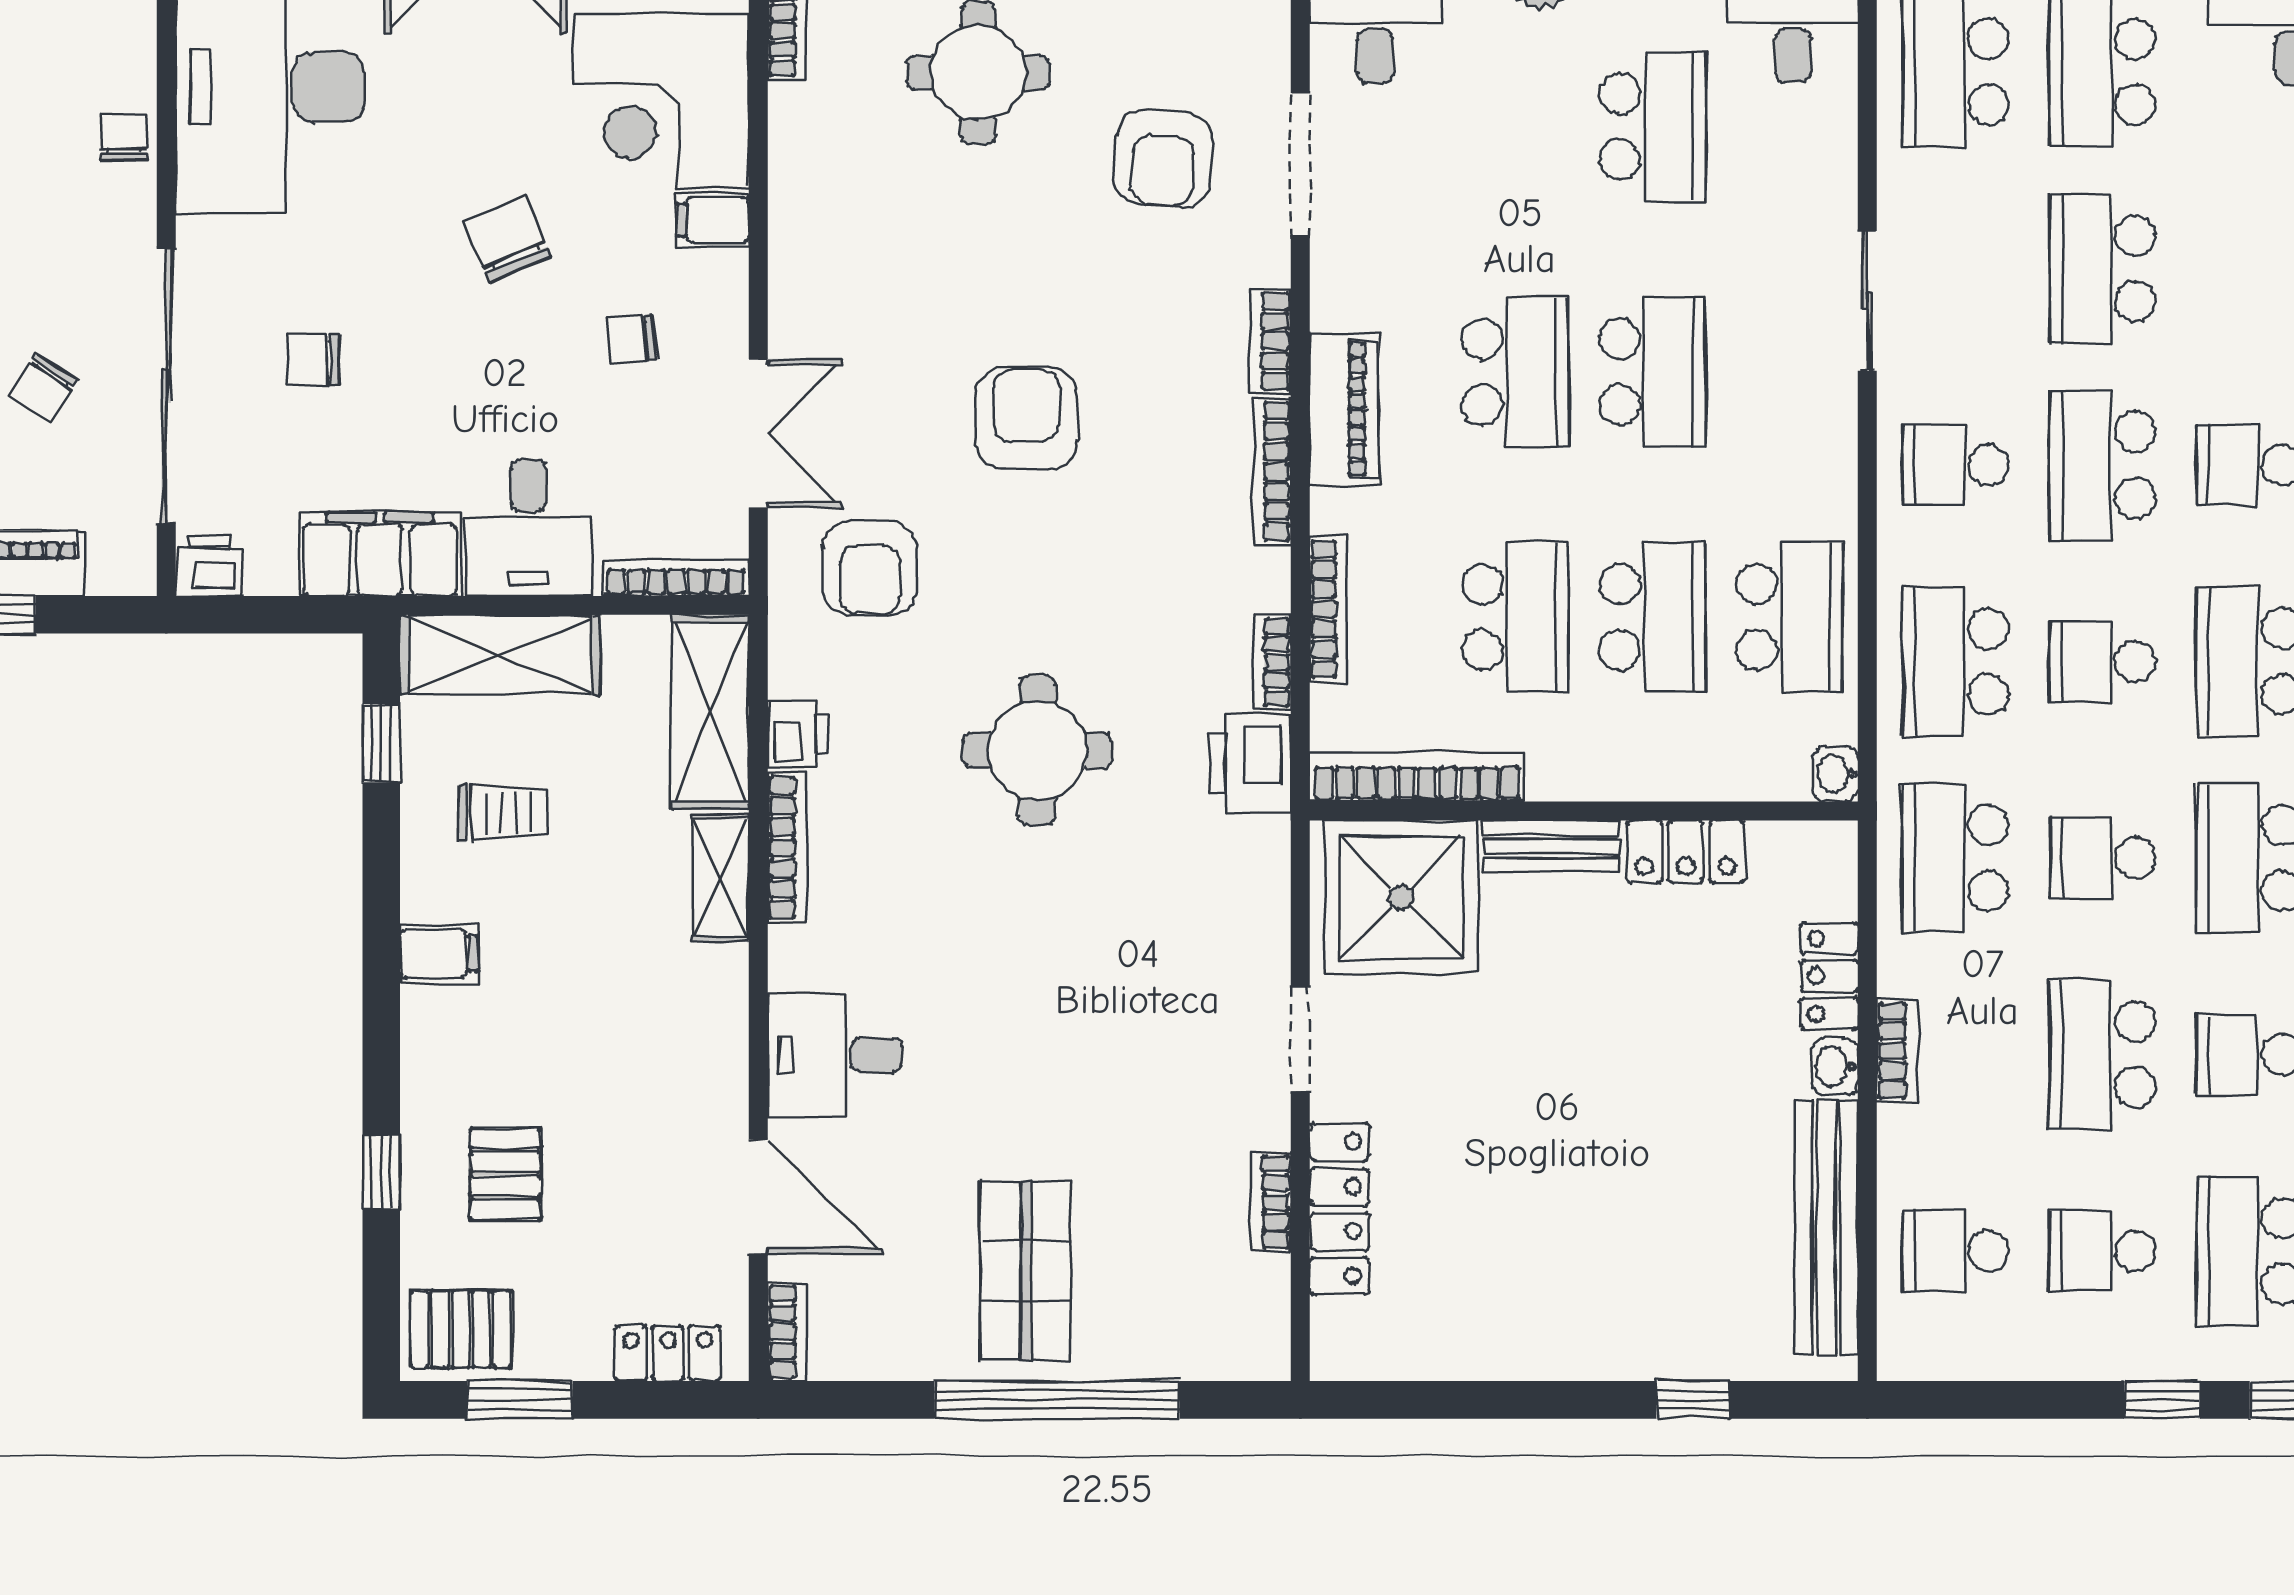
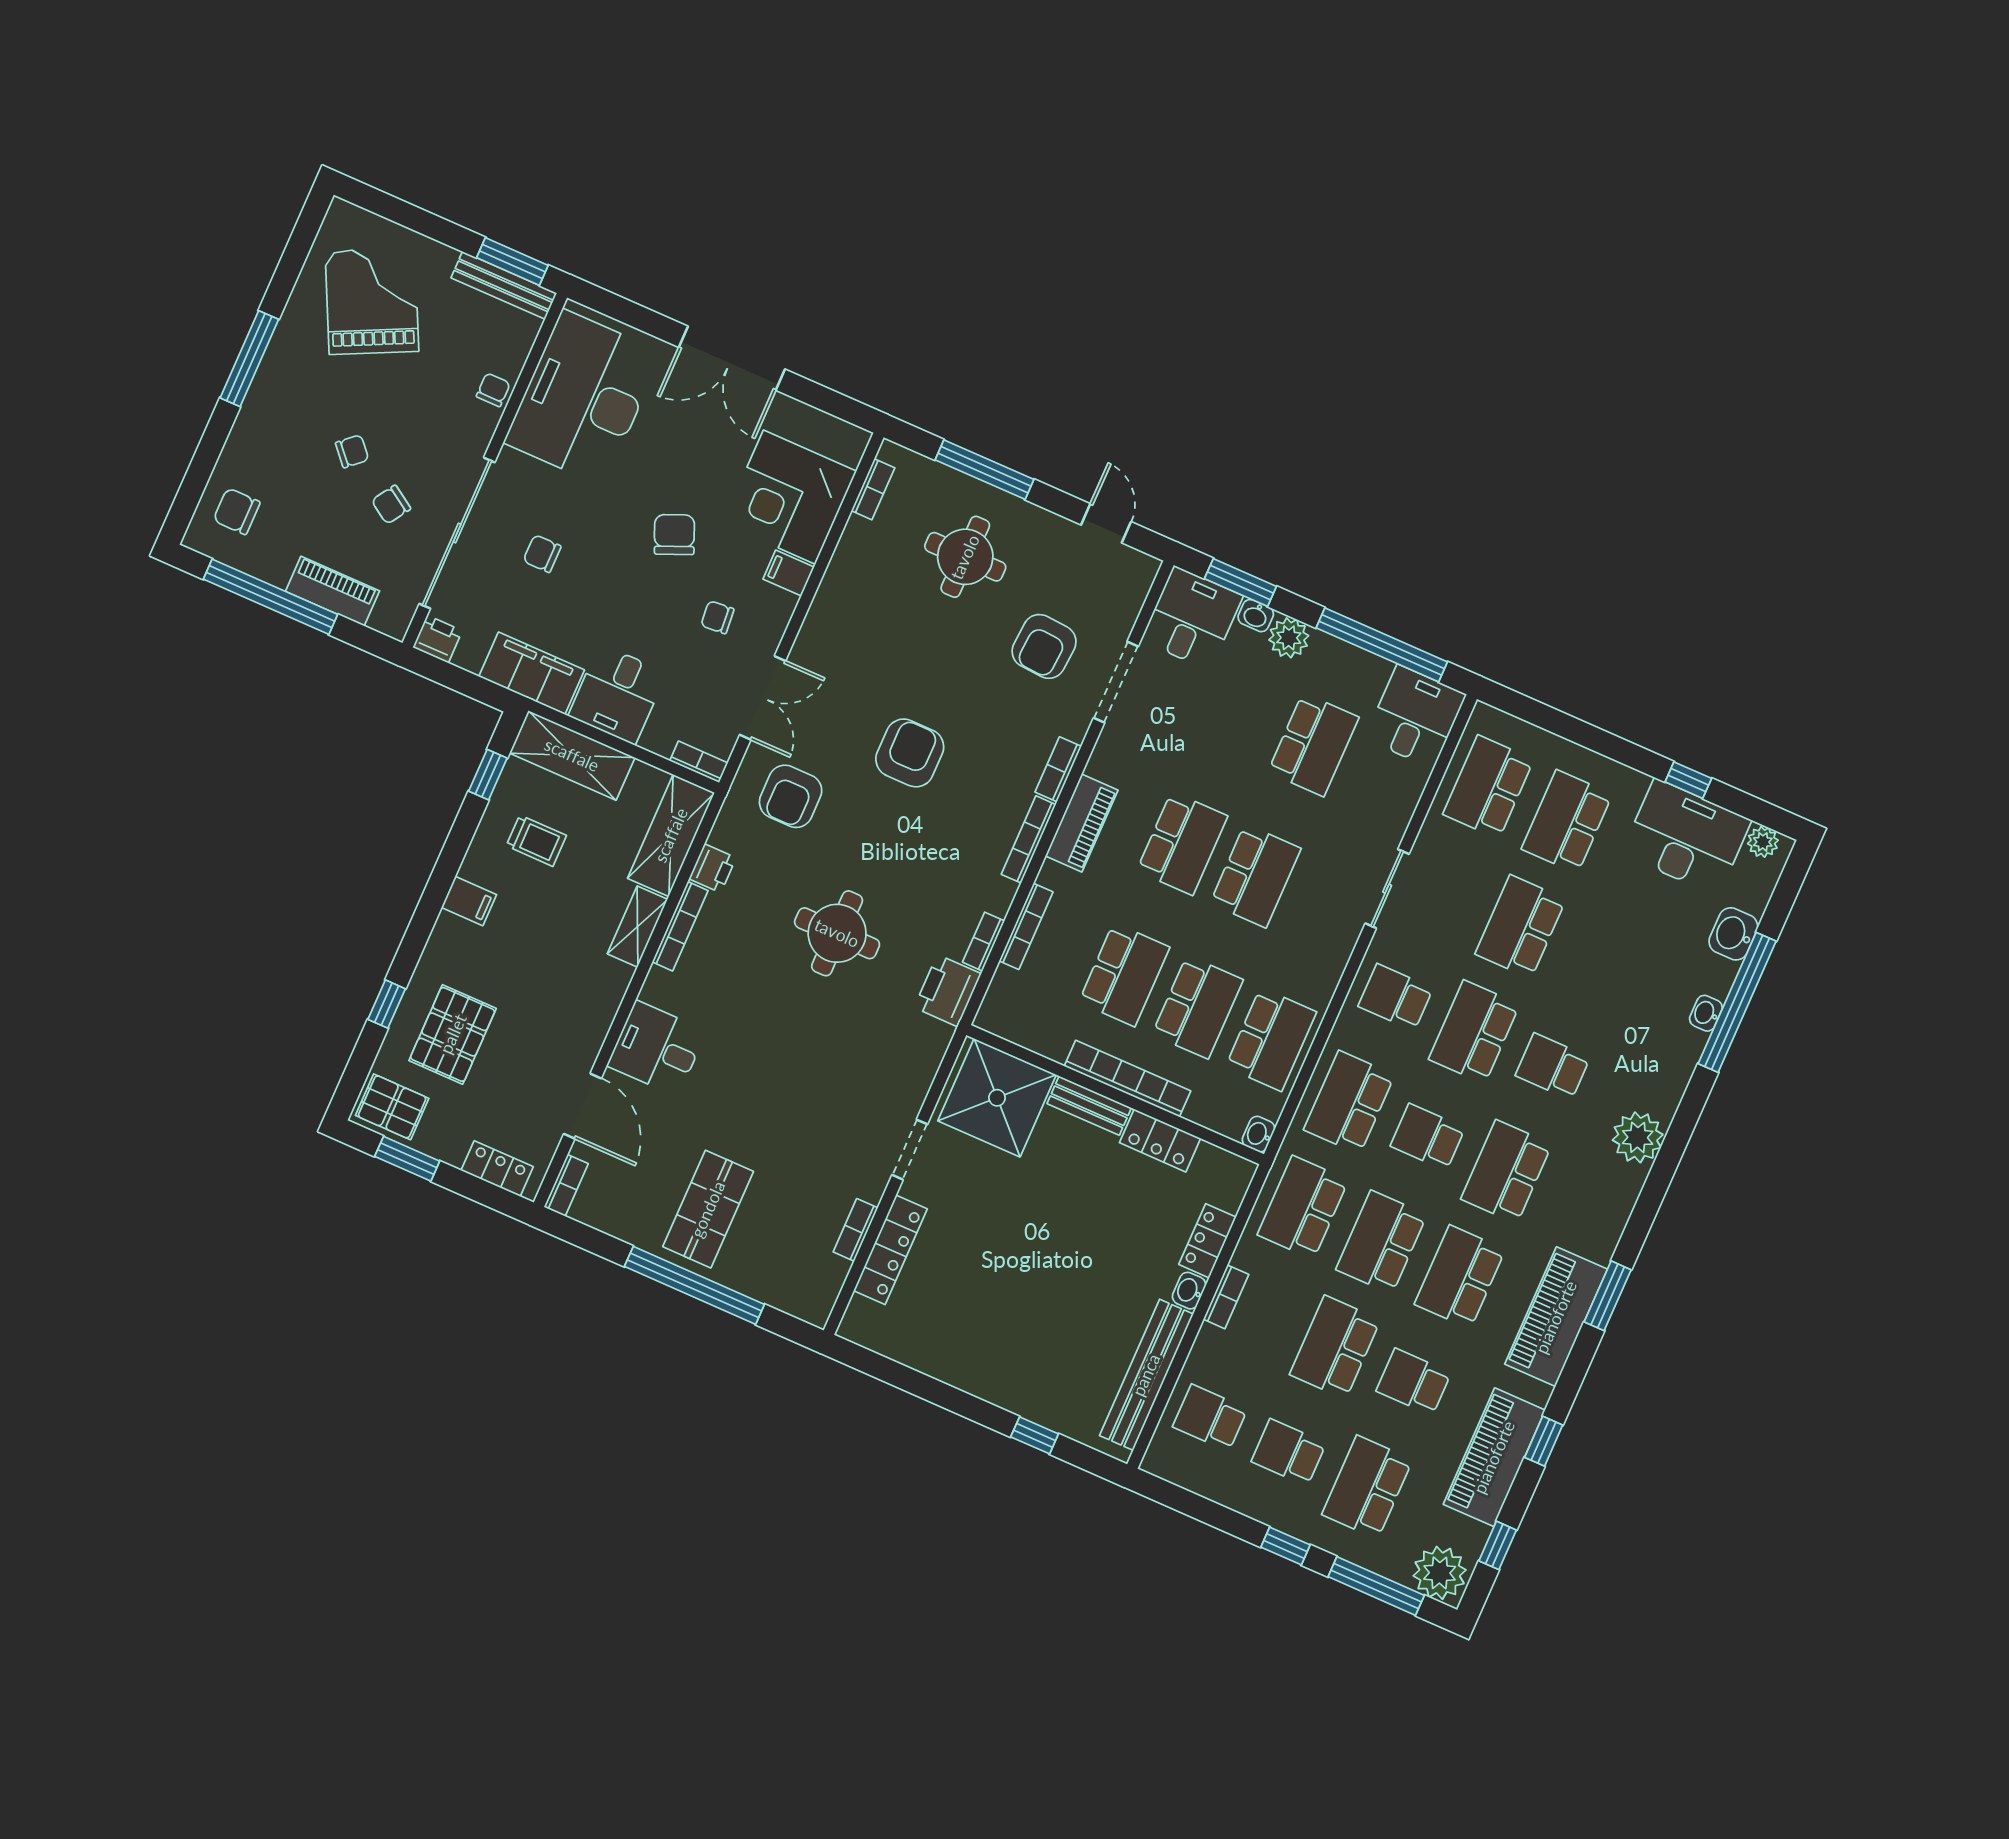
bookcase: (676, 577) -> (699, 762), width x0.64
bookcase: (1417, 777) -> (1128, 1079), moved
school desk: (2102, 858) -> (1381, 1242), width x1.85
pallet: (505, 1174) -> (453, 1034), width x1.50, depth x1.42

